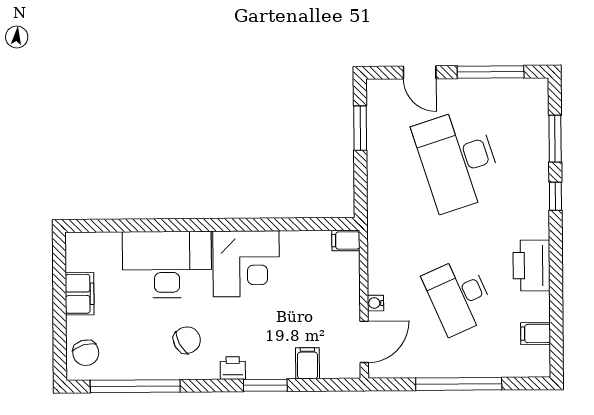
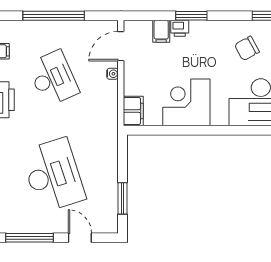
filing cabinet: (346, 240) -> (133, 111), width x2.00
corner desk: (246, 264) -> (186, 102), moved
printer: (233, 368) -> (180, 28), moved

